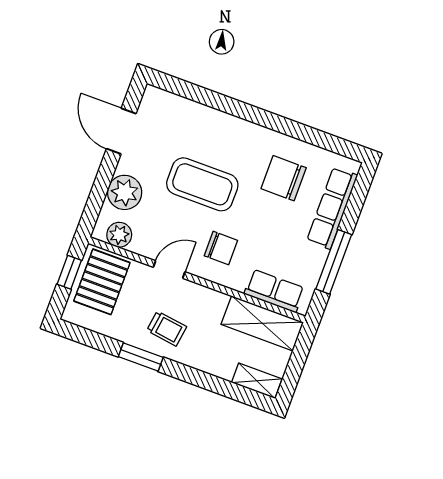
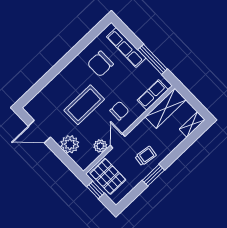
plant: (119, 235) -> (100, 146), moved

